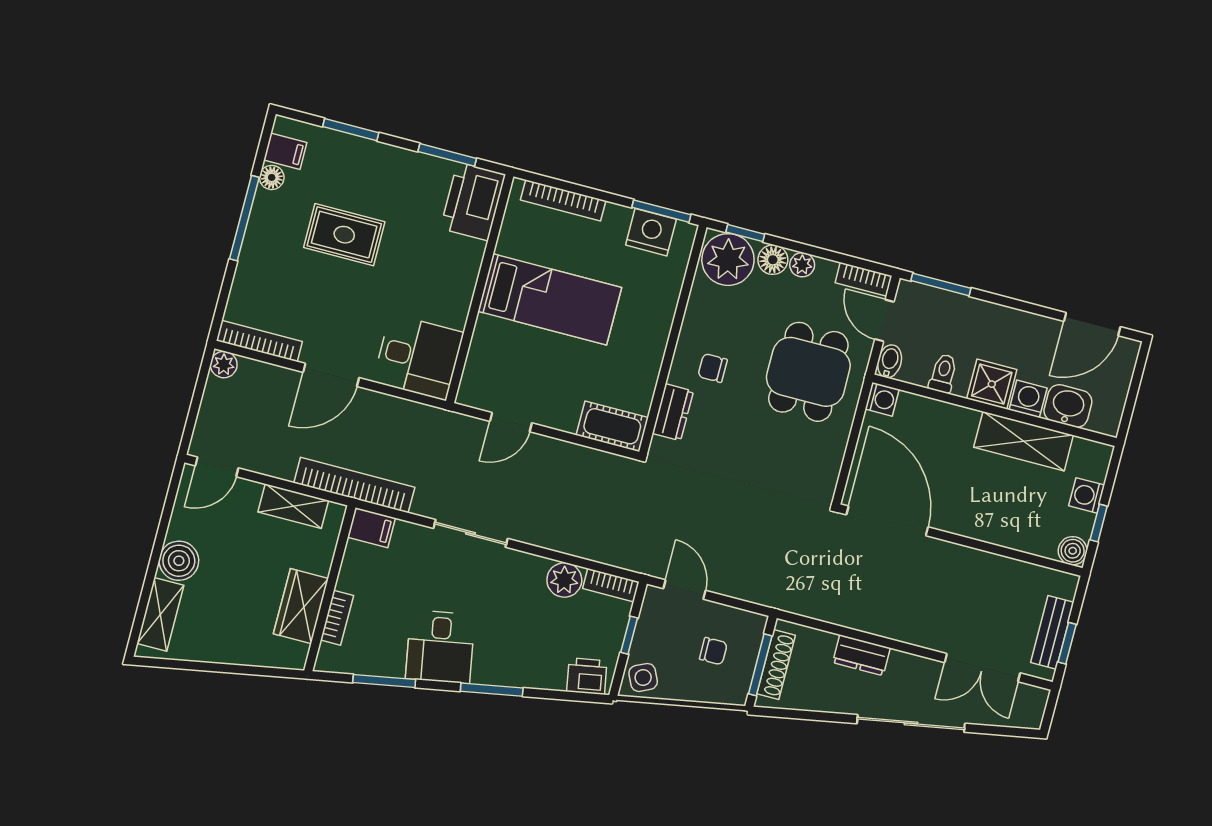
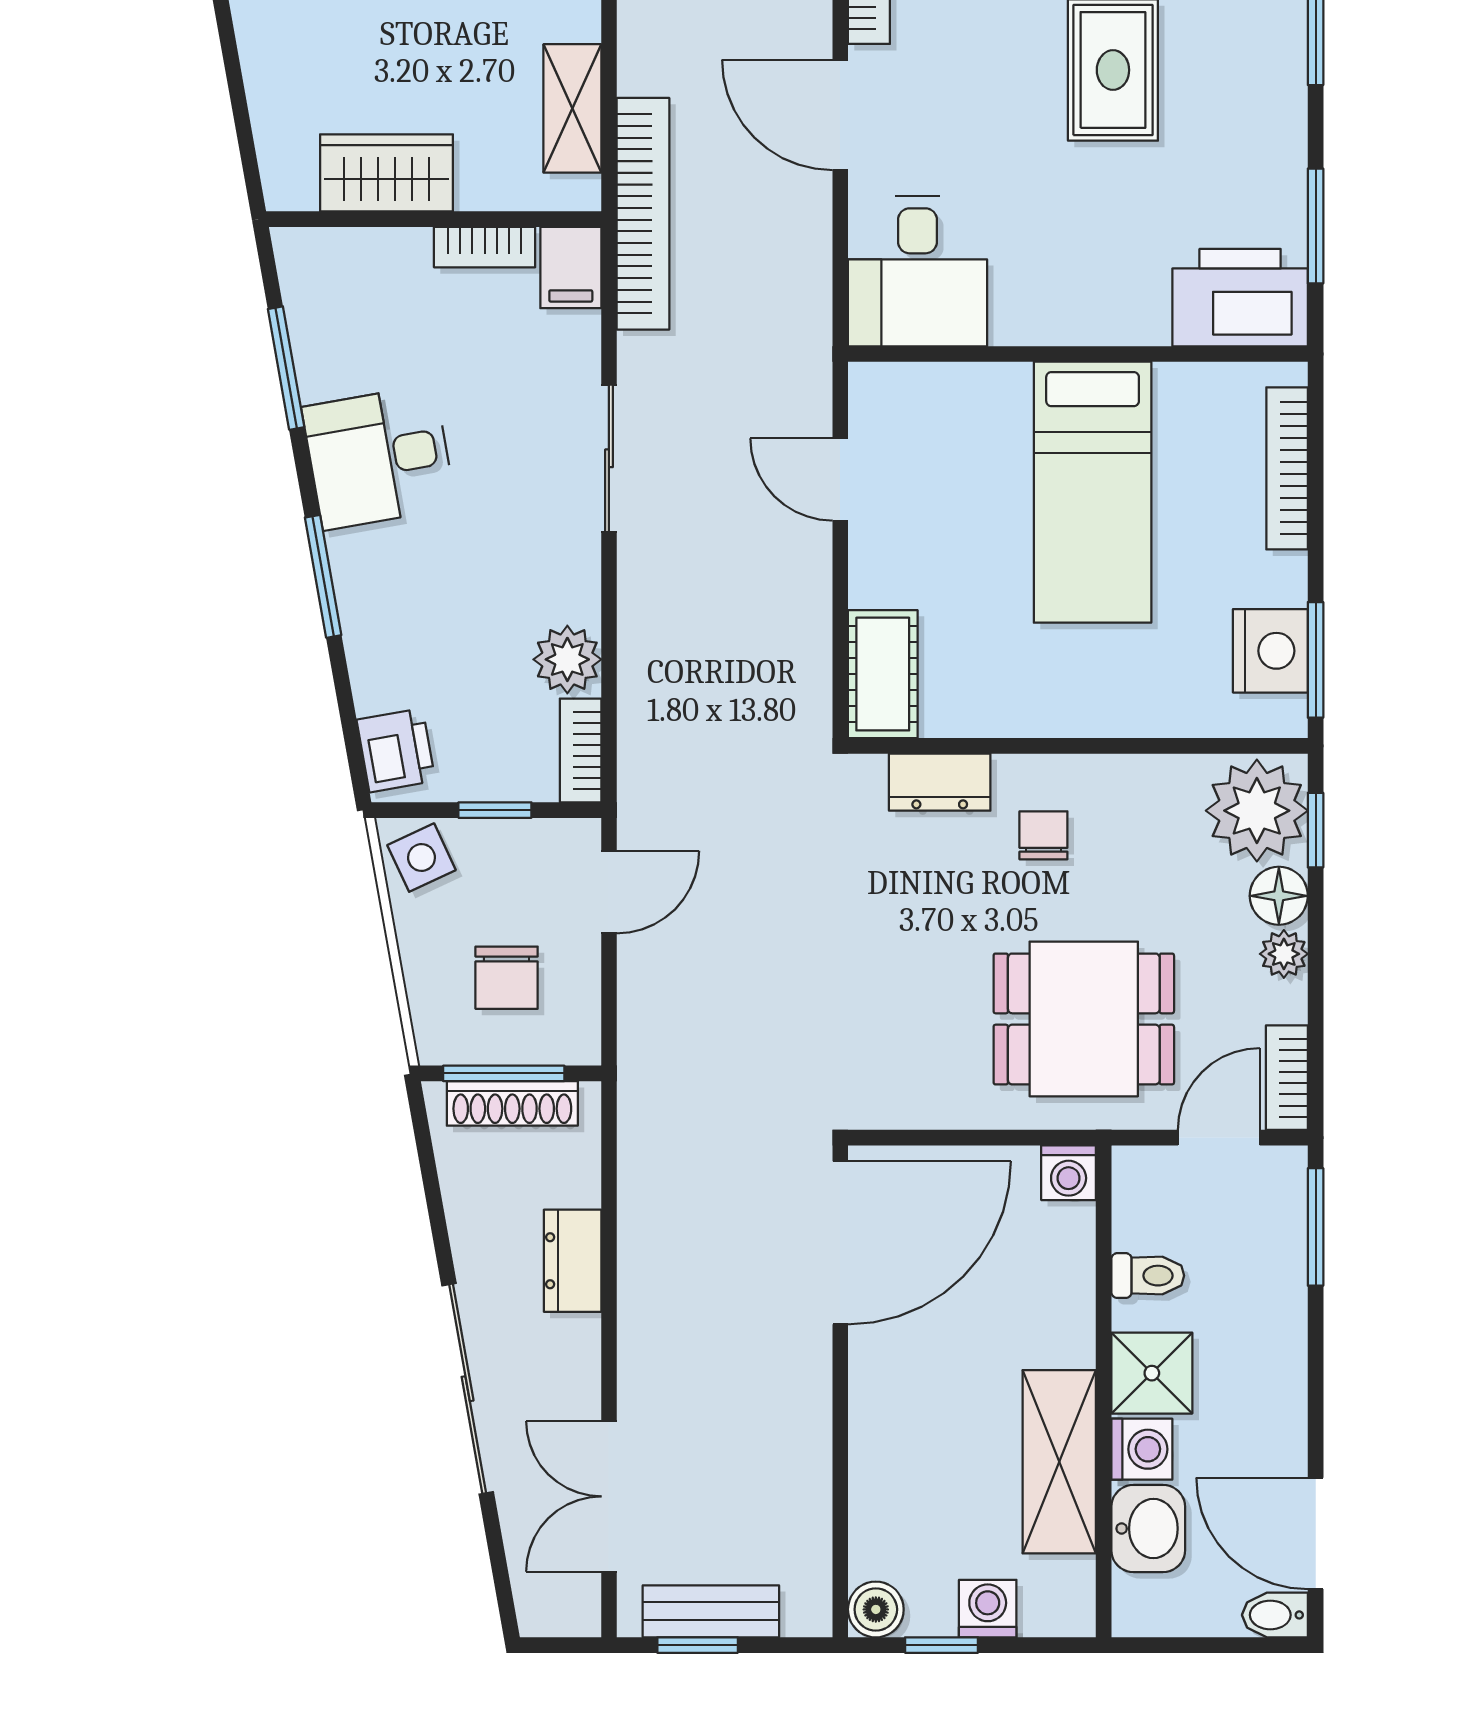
bidet: (890, 361) -> (1275, 1615), moved, turned 180
bookcase: (337, 618) -> (485, 247), moved
chair: (713, 651) -> (507, 978), width x1.37, depth x1.37

